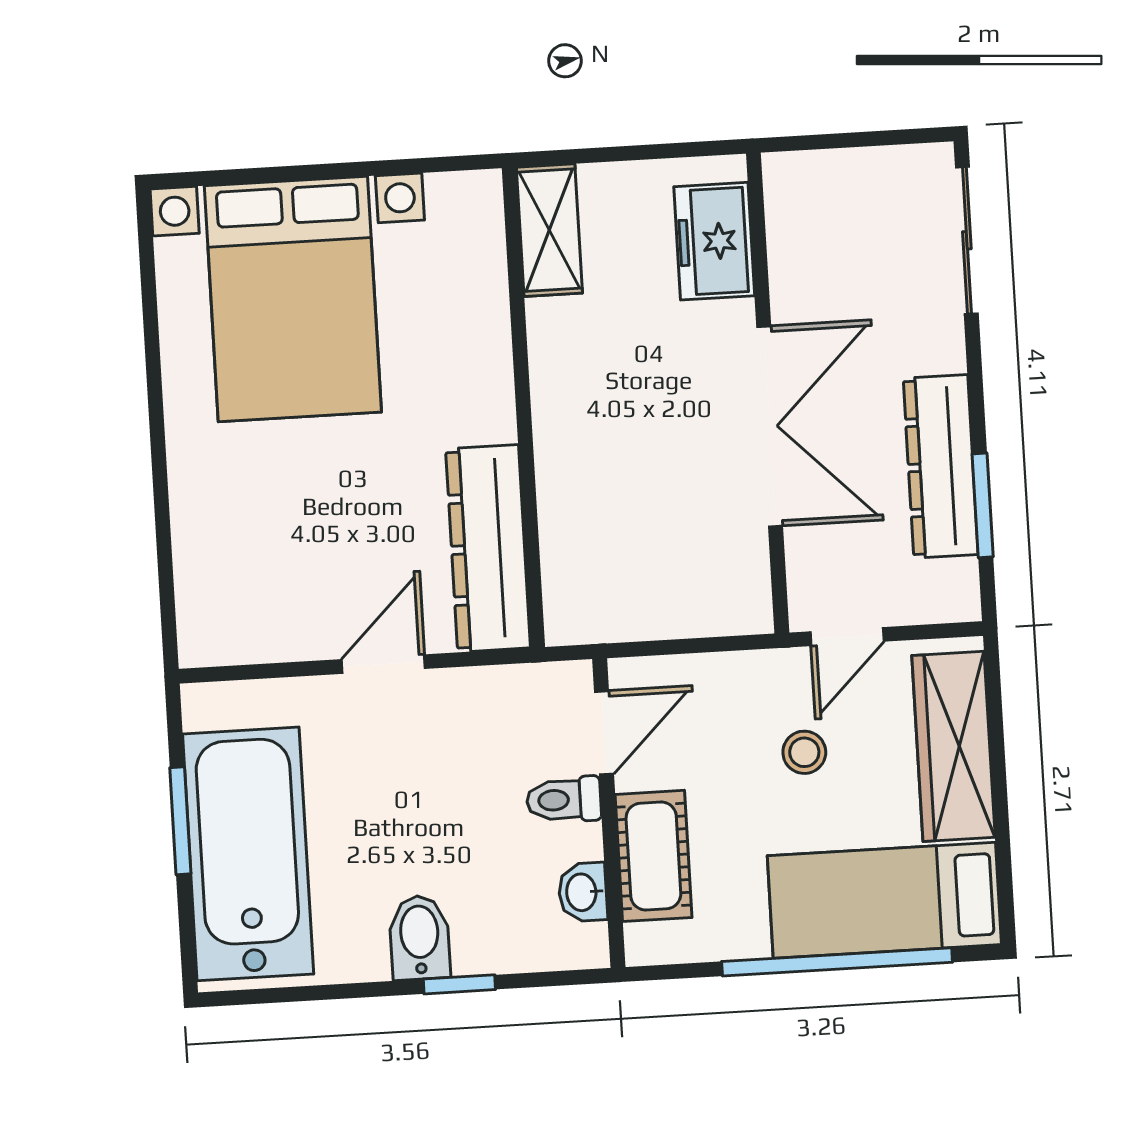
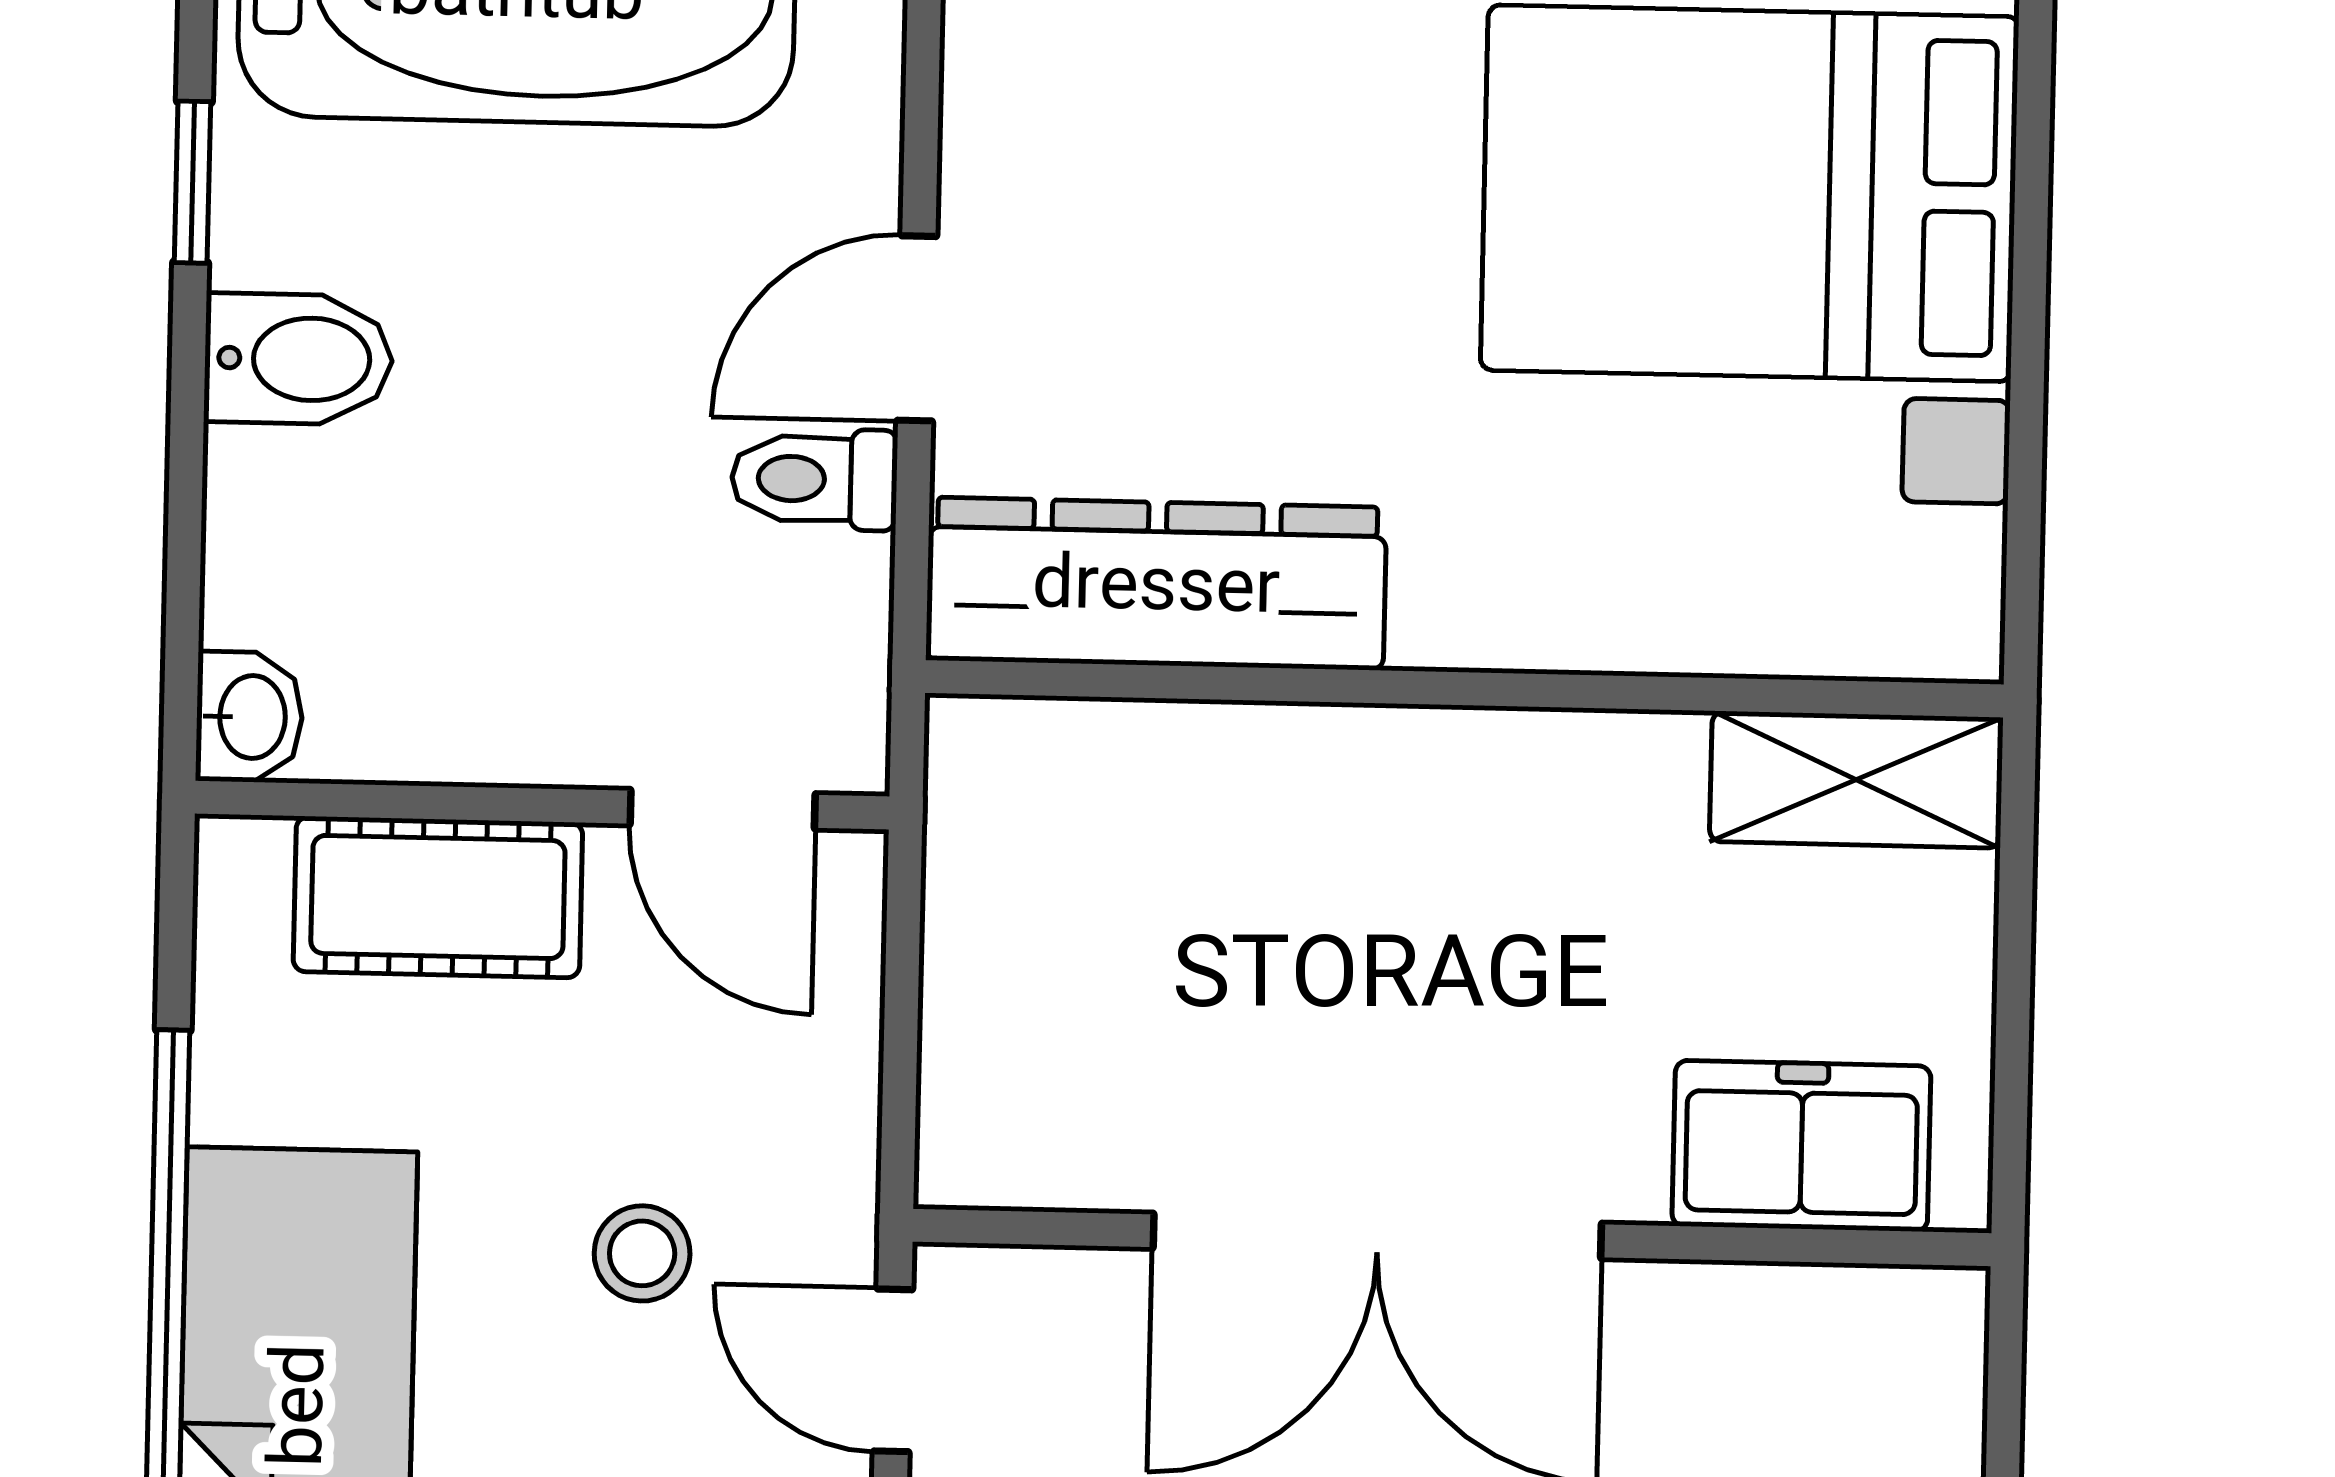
door: (383, 664) -> (917, 328), swing flipped
toilet: (564, 800) -> (814, 479), moved, turned -90
washbasin: (583, 892) -> (249, 717), moved, turned 90
window: (459, 984) -> (193, 182), moved

